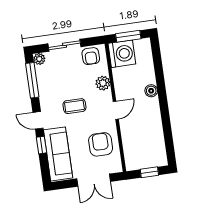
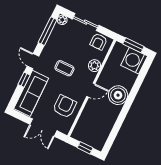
washing machine: (122, 54) -> (134, 61), moved, turned 180
boiler: (151, 91) -> (118, 95), width x1.86, depth x1.86

